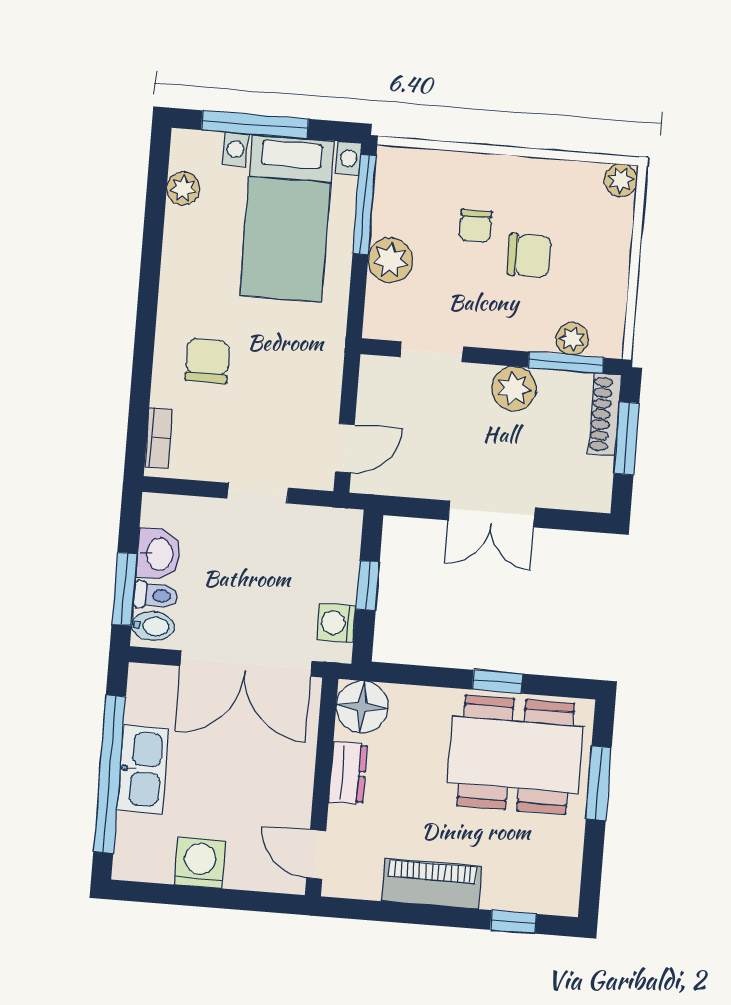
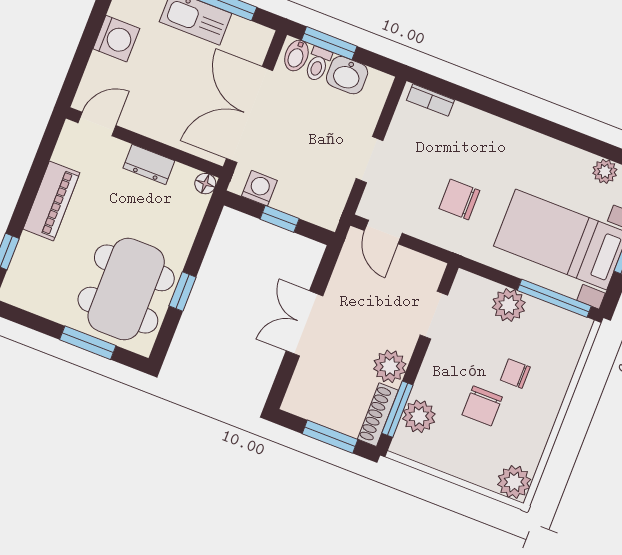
plant: (621, 180) -> (514, 482), width x1.38, depth x1.38
plant: (572, 339) -> (419, 416), width x1.38, depth x1.38
chair: (207, 361) -> (459, 200), moved, turned 180
shoe rack: (605, 414) -> (378, 415), moved, turned -90
floor lamp: (362, 707) -> (205, 184), width x0.53, depth x0.53

